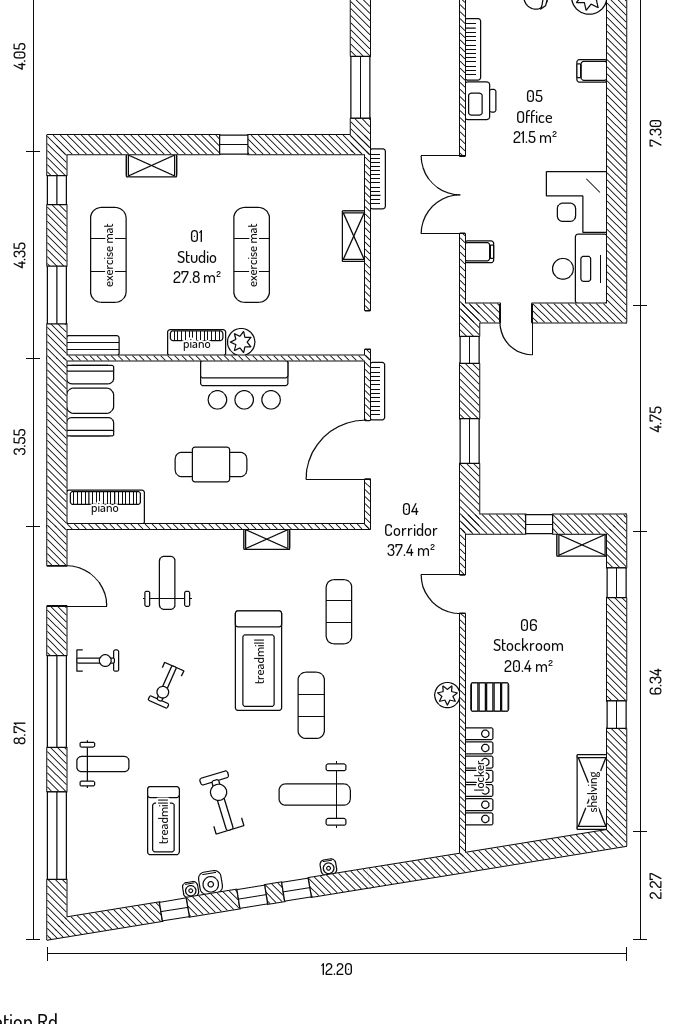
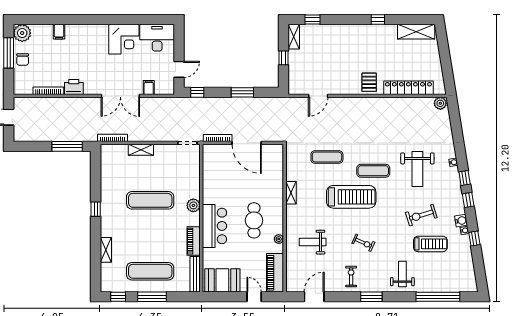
window: (57, 295) -> (152, 297), moved
piano: (197, 343) -> (194, 241), moved
bench: (93, 346) -> (195, 274), width x1.36
bar counter: (244, 385) -> (214, 226), moved
door: (57, 465) -> (254, 297), added
plant: (173, 514) -> (279, 239), added
plant: (447, 695) -> (440, 103), moved
window: (57, 701) -> (371, 297), width x0.47

